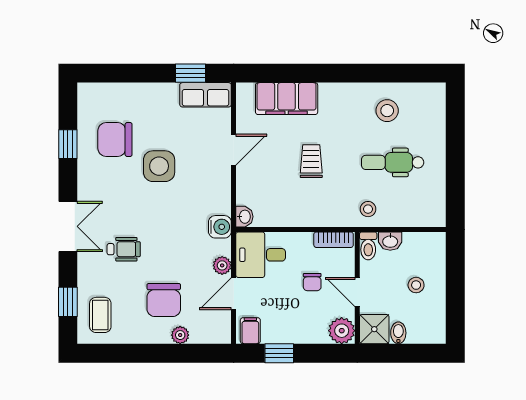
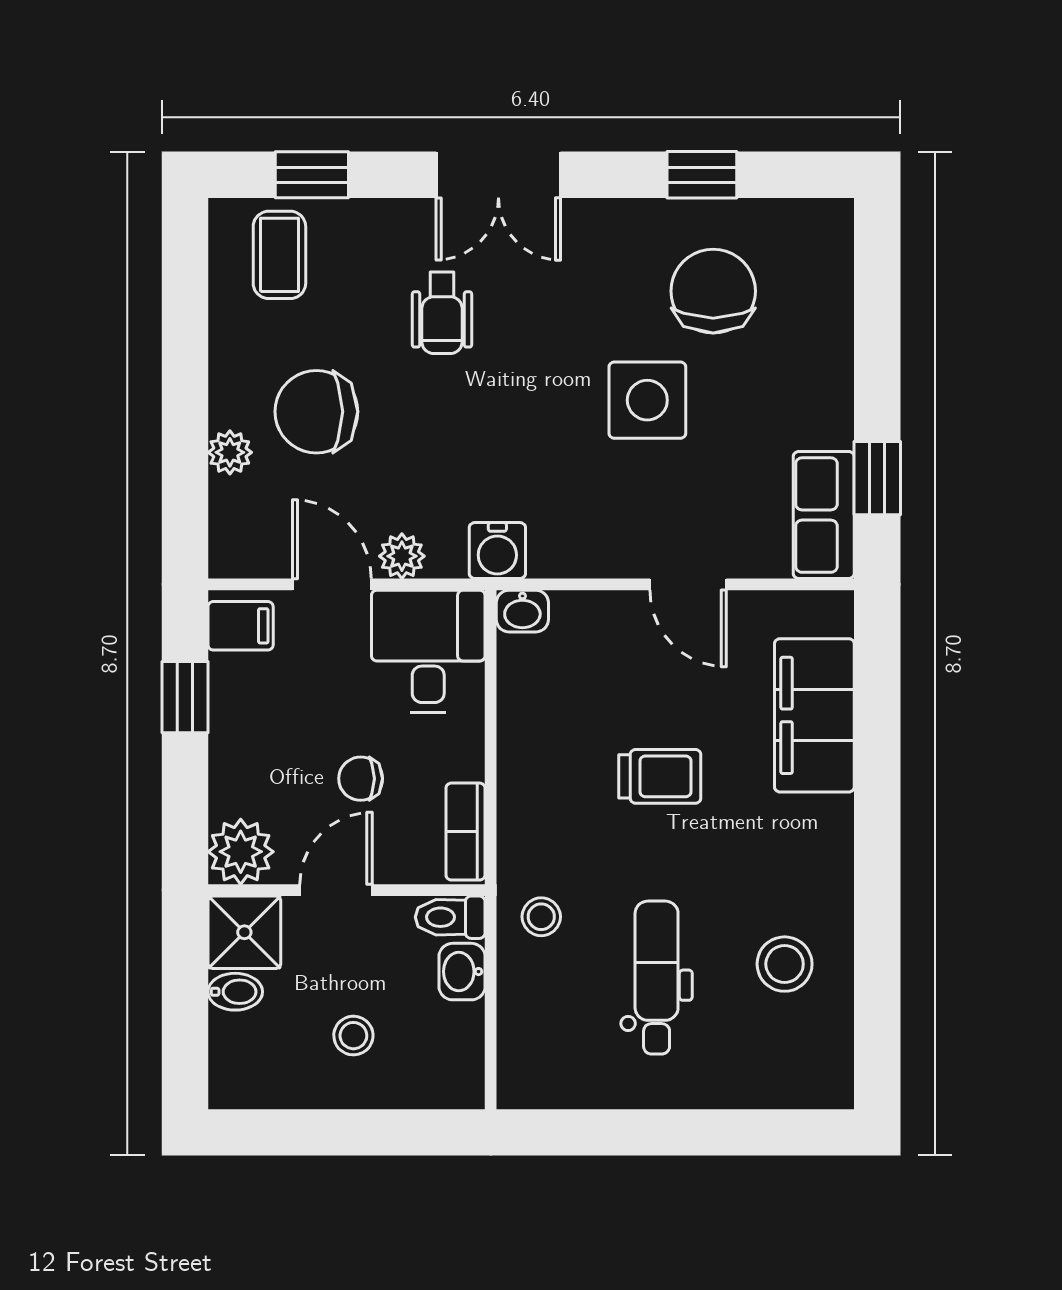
coffee table: (100, 315) -> (279, 255), turned 90

